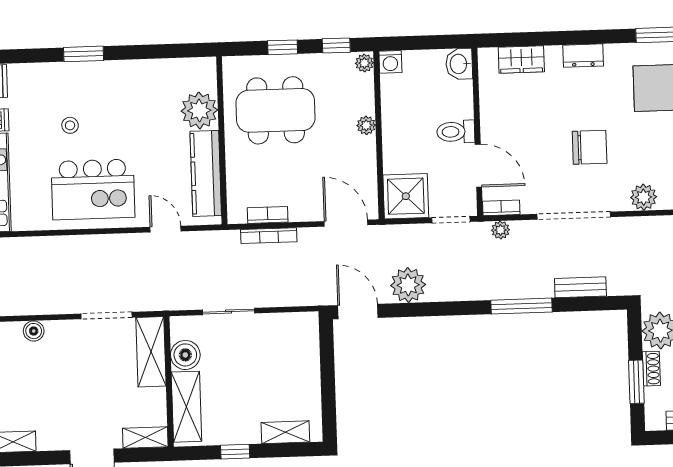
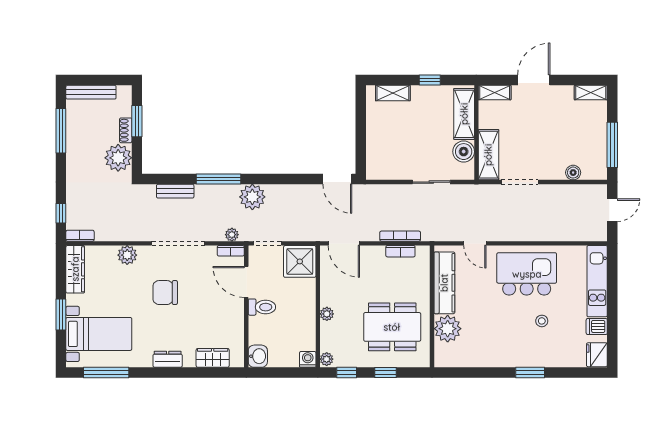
plant: (408, 285) -> (252, 197), moved

